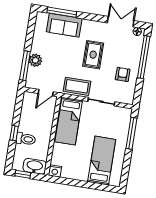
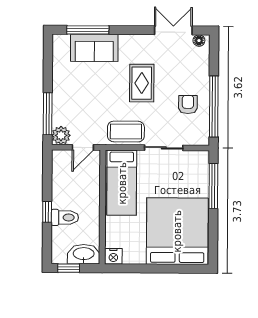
window: (144, 57) -> (214, 107), moved
plant: (35, 60) -> (61, 135), moved
bed: (102, 161) -> (177, 231), width x2.04

